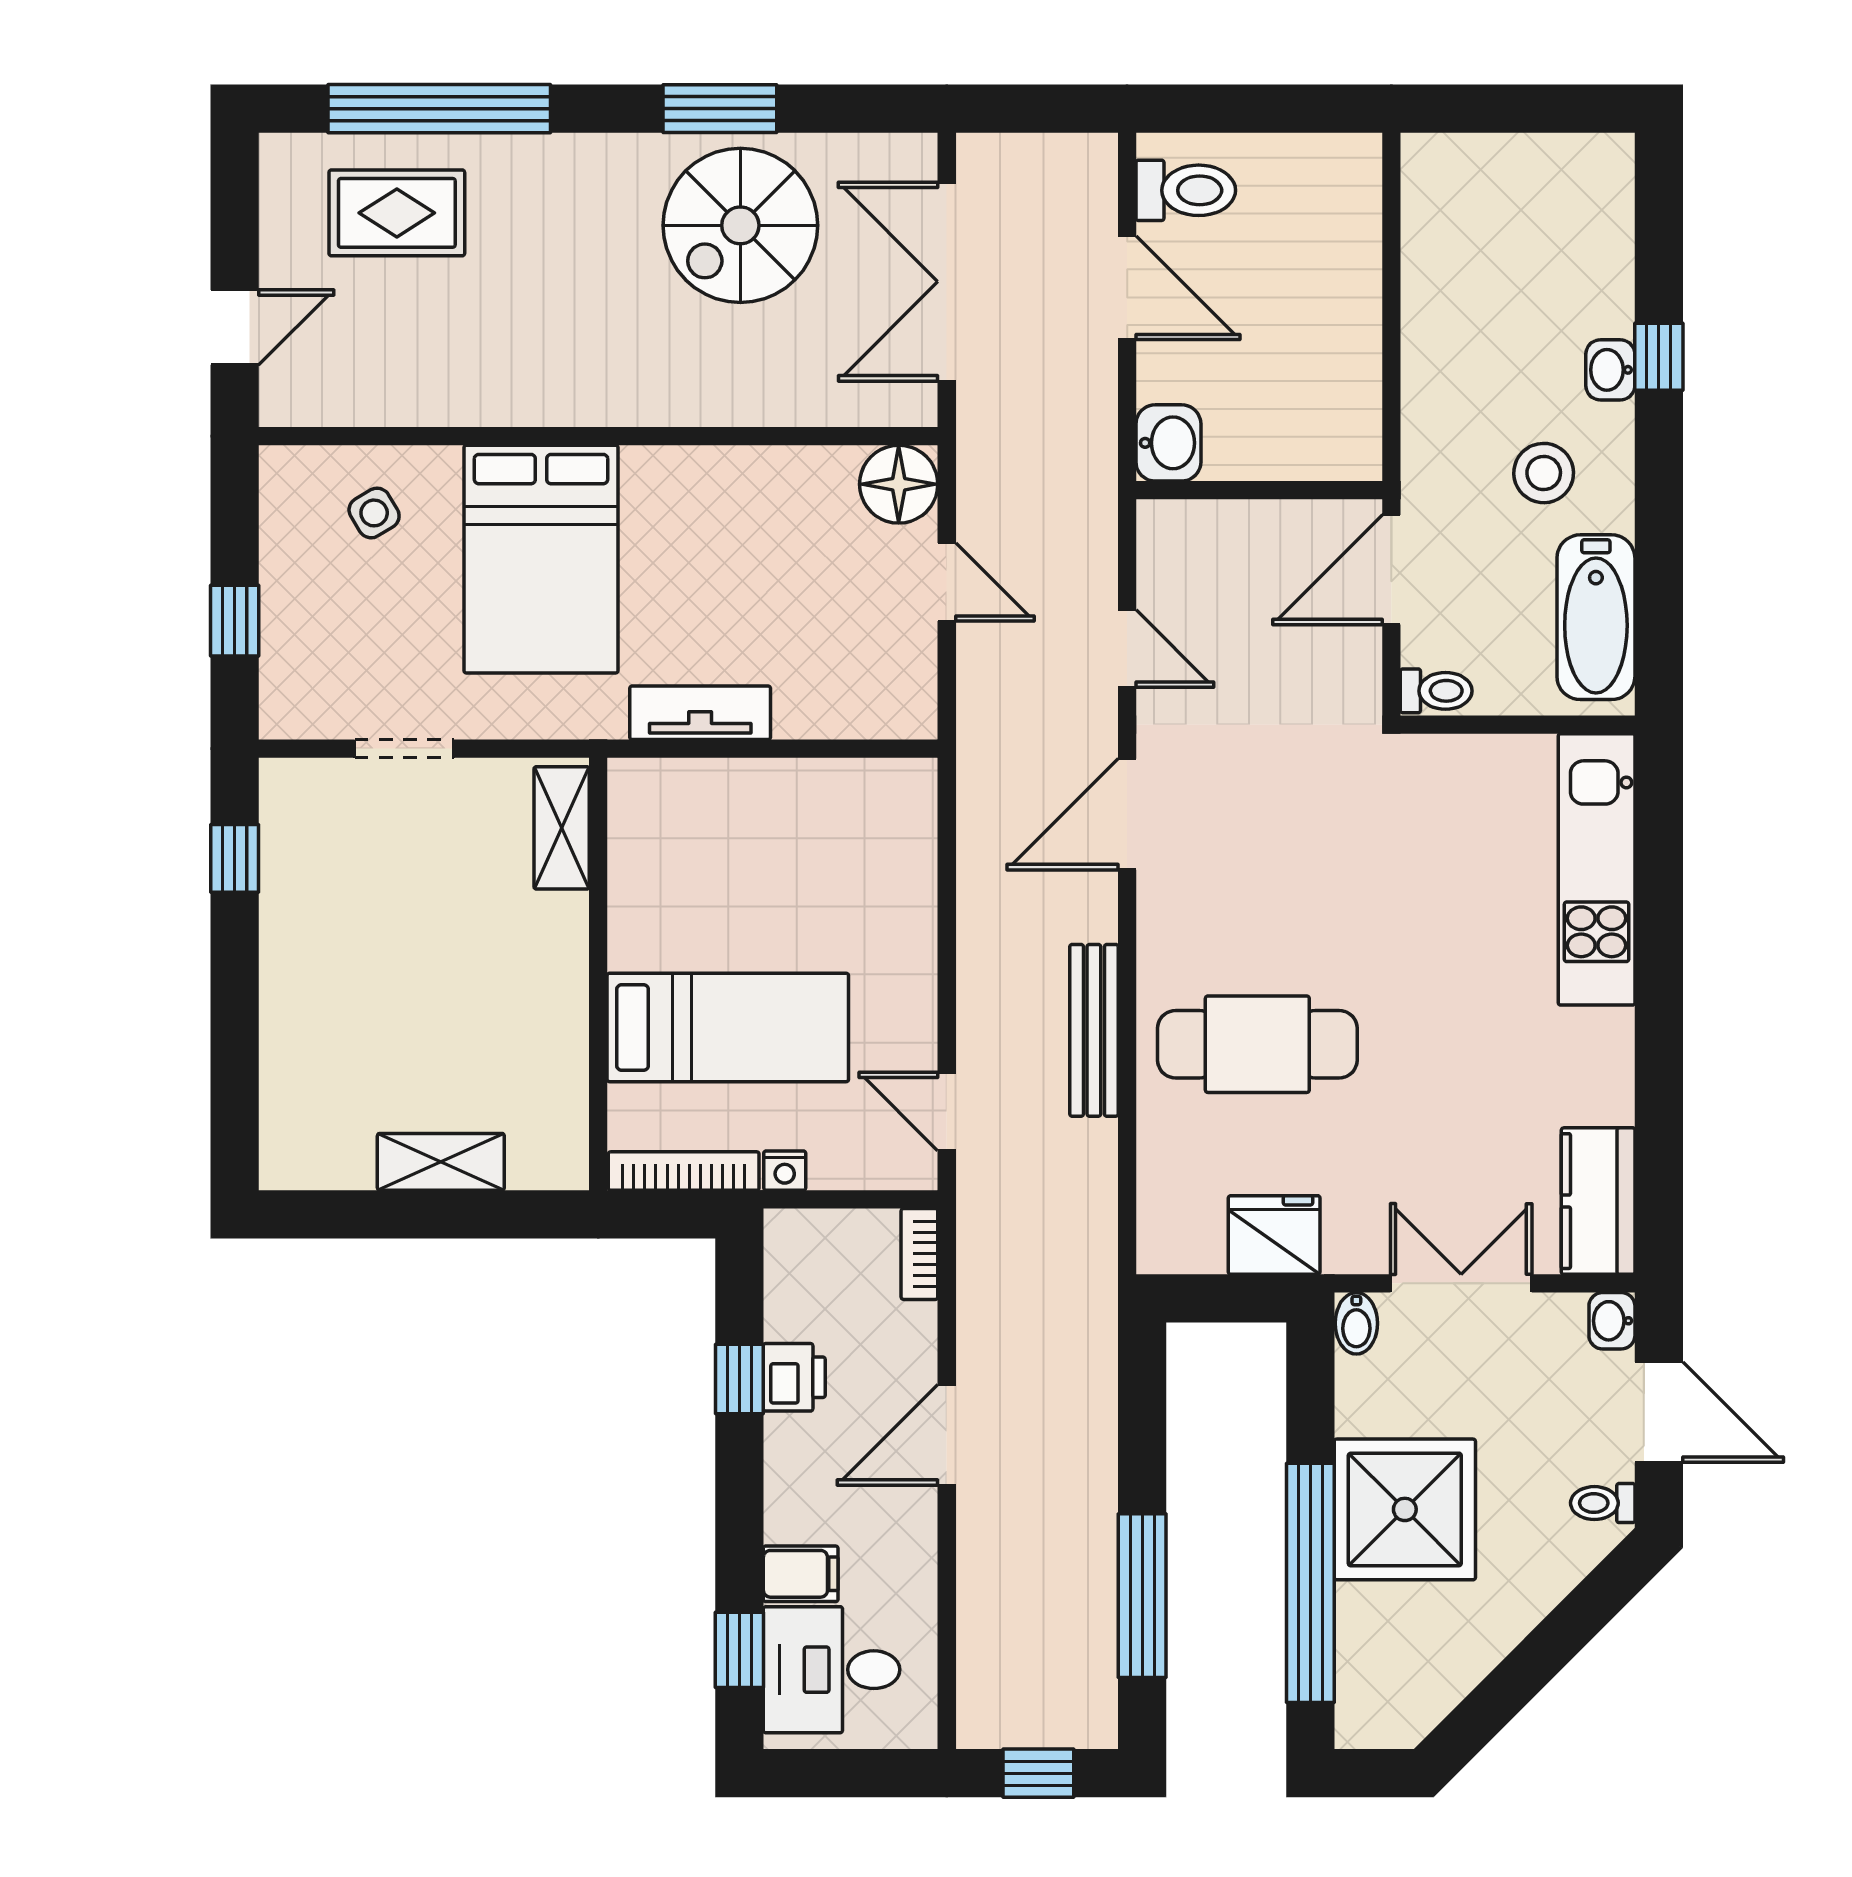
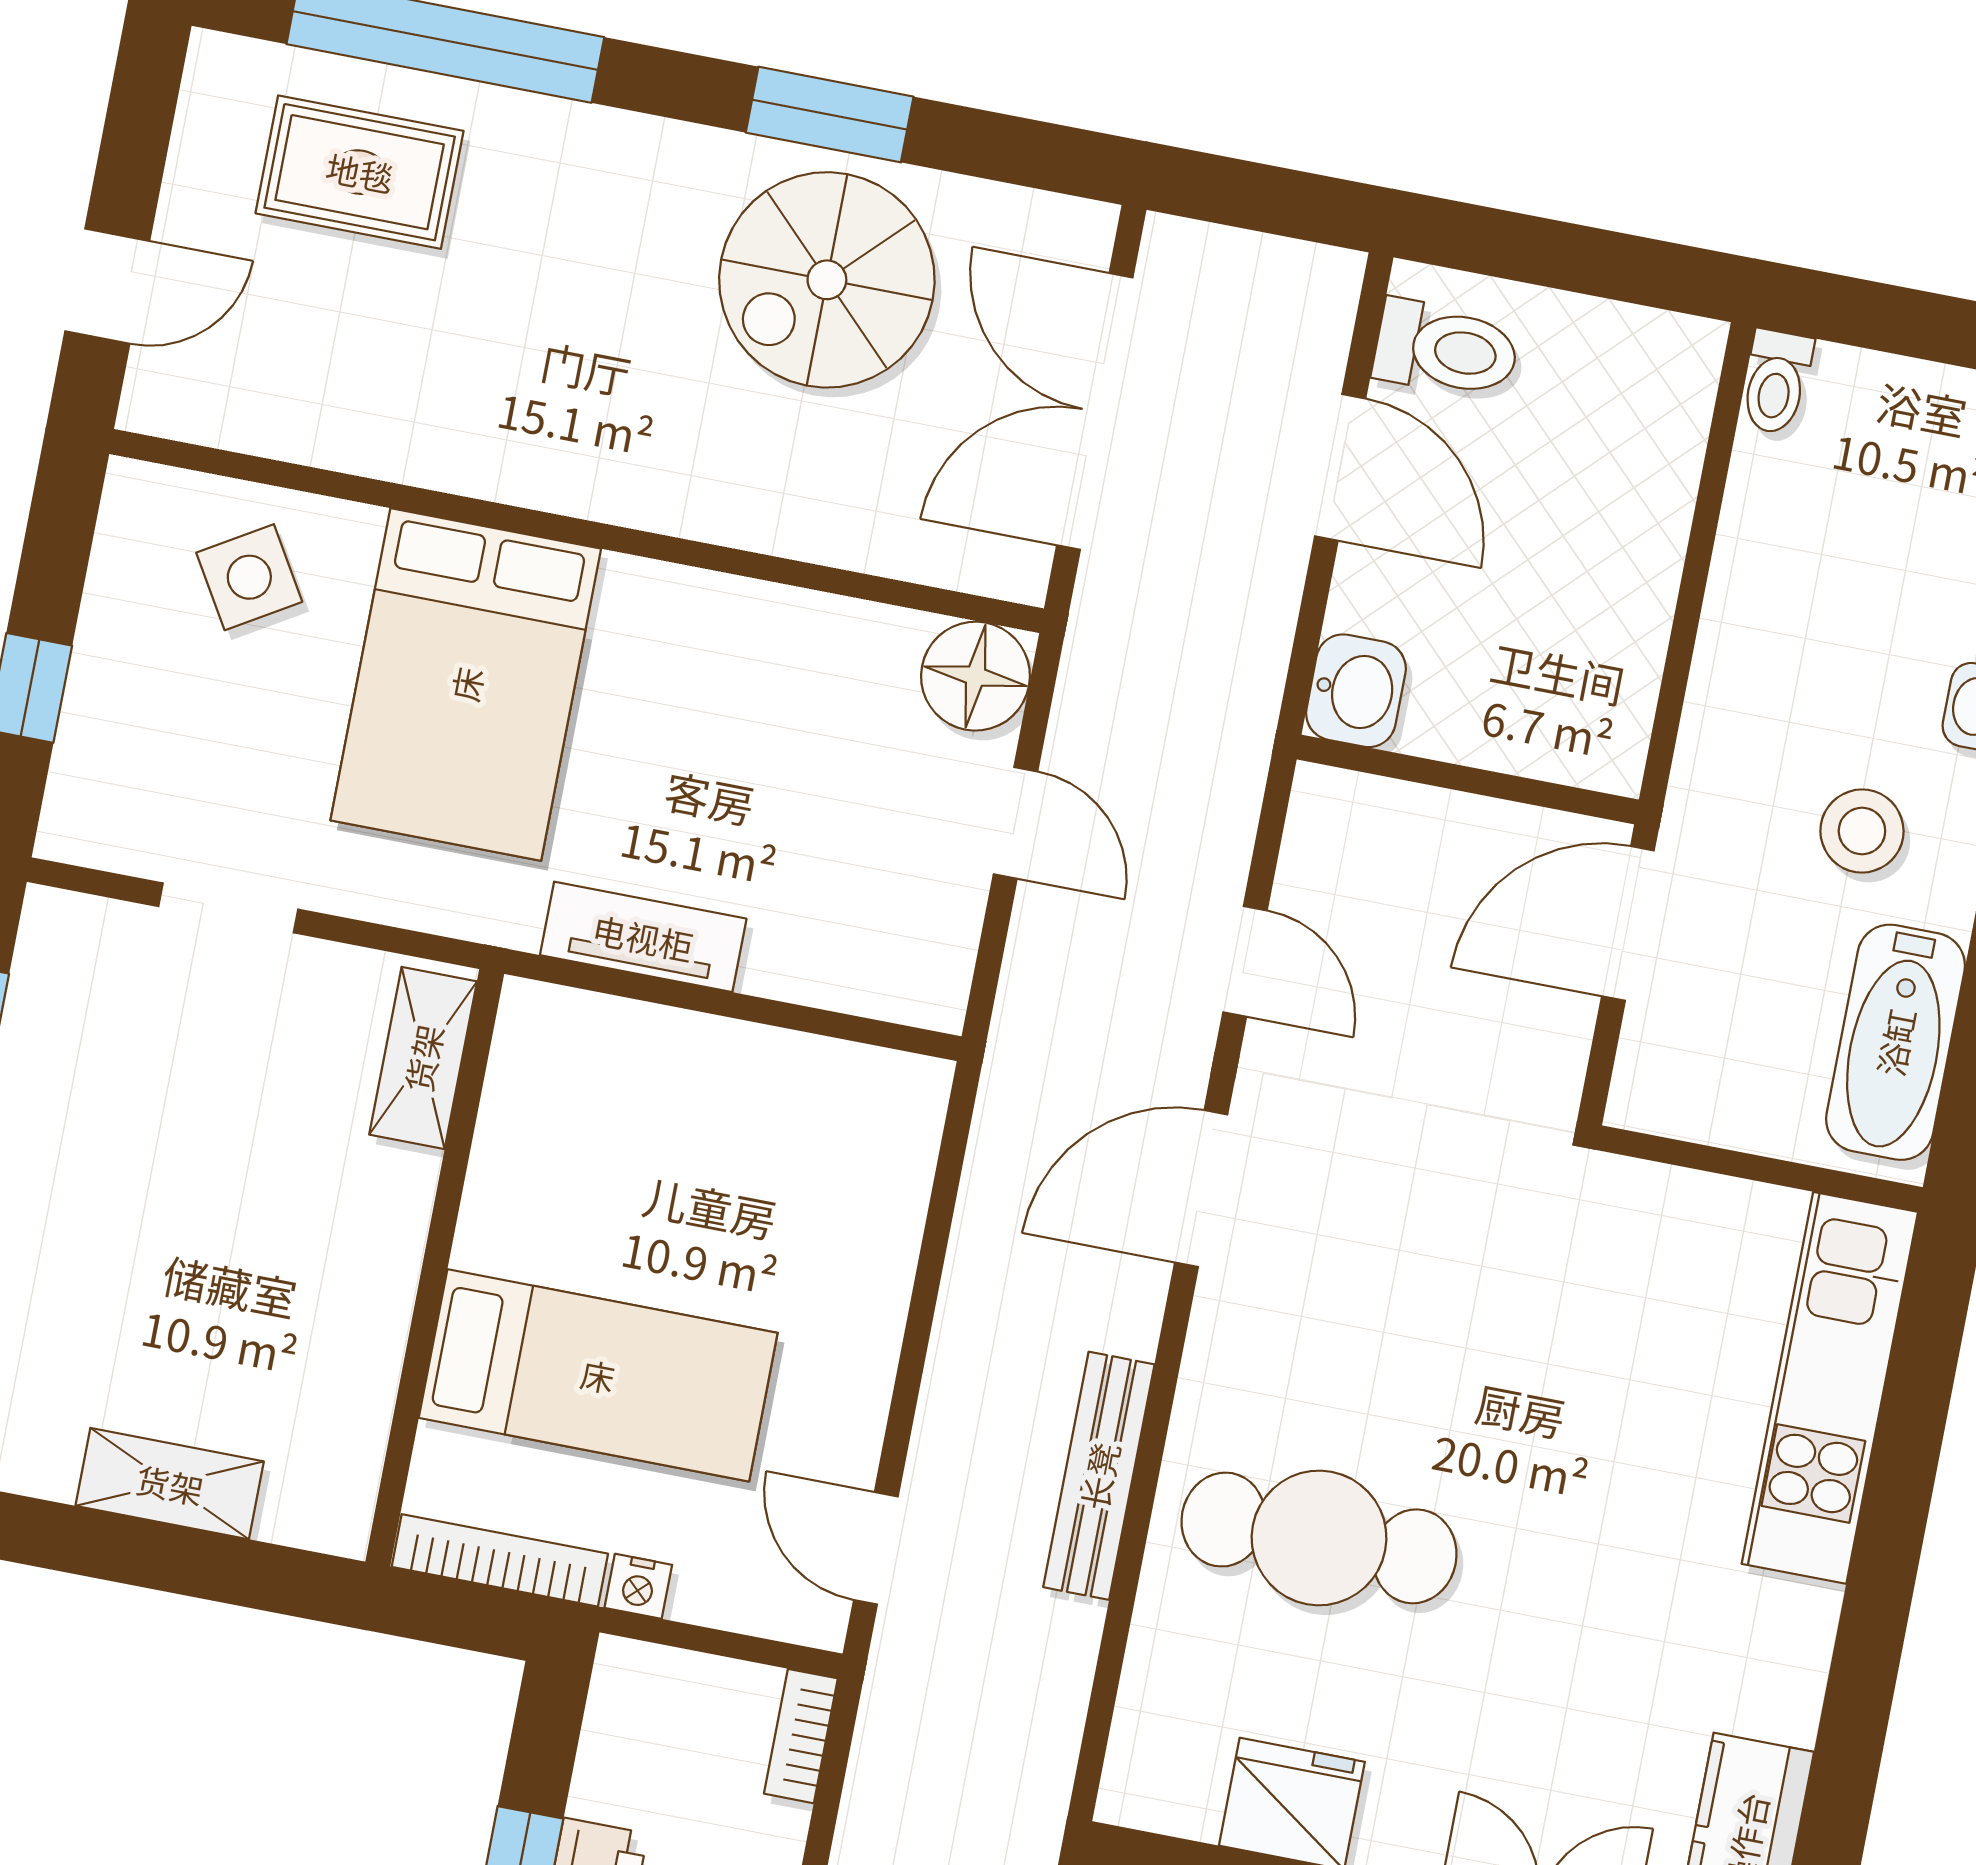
side table: (374, 513) -> (249, 577), width x1.37, depth x1.37
toilet: (1436, 691) -> (1776, 382), moved, turned 90

